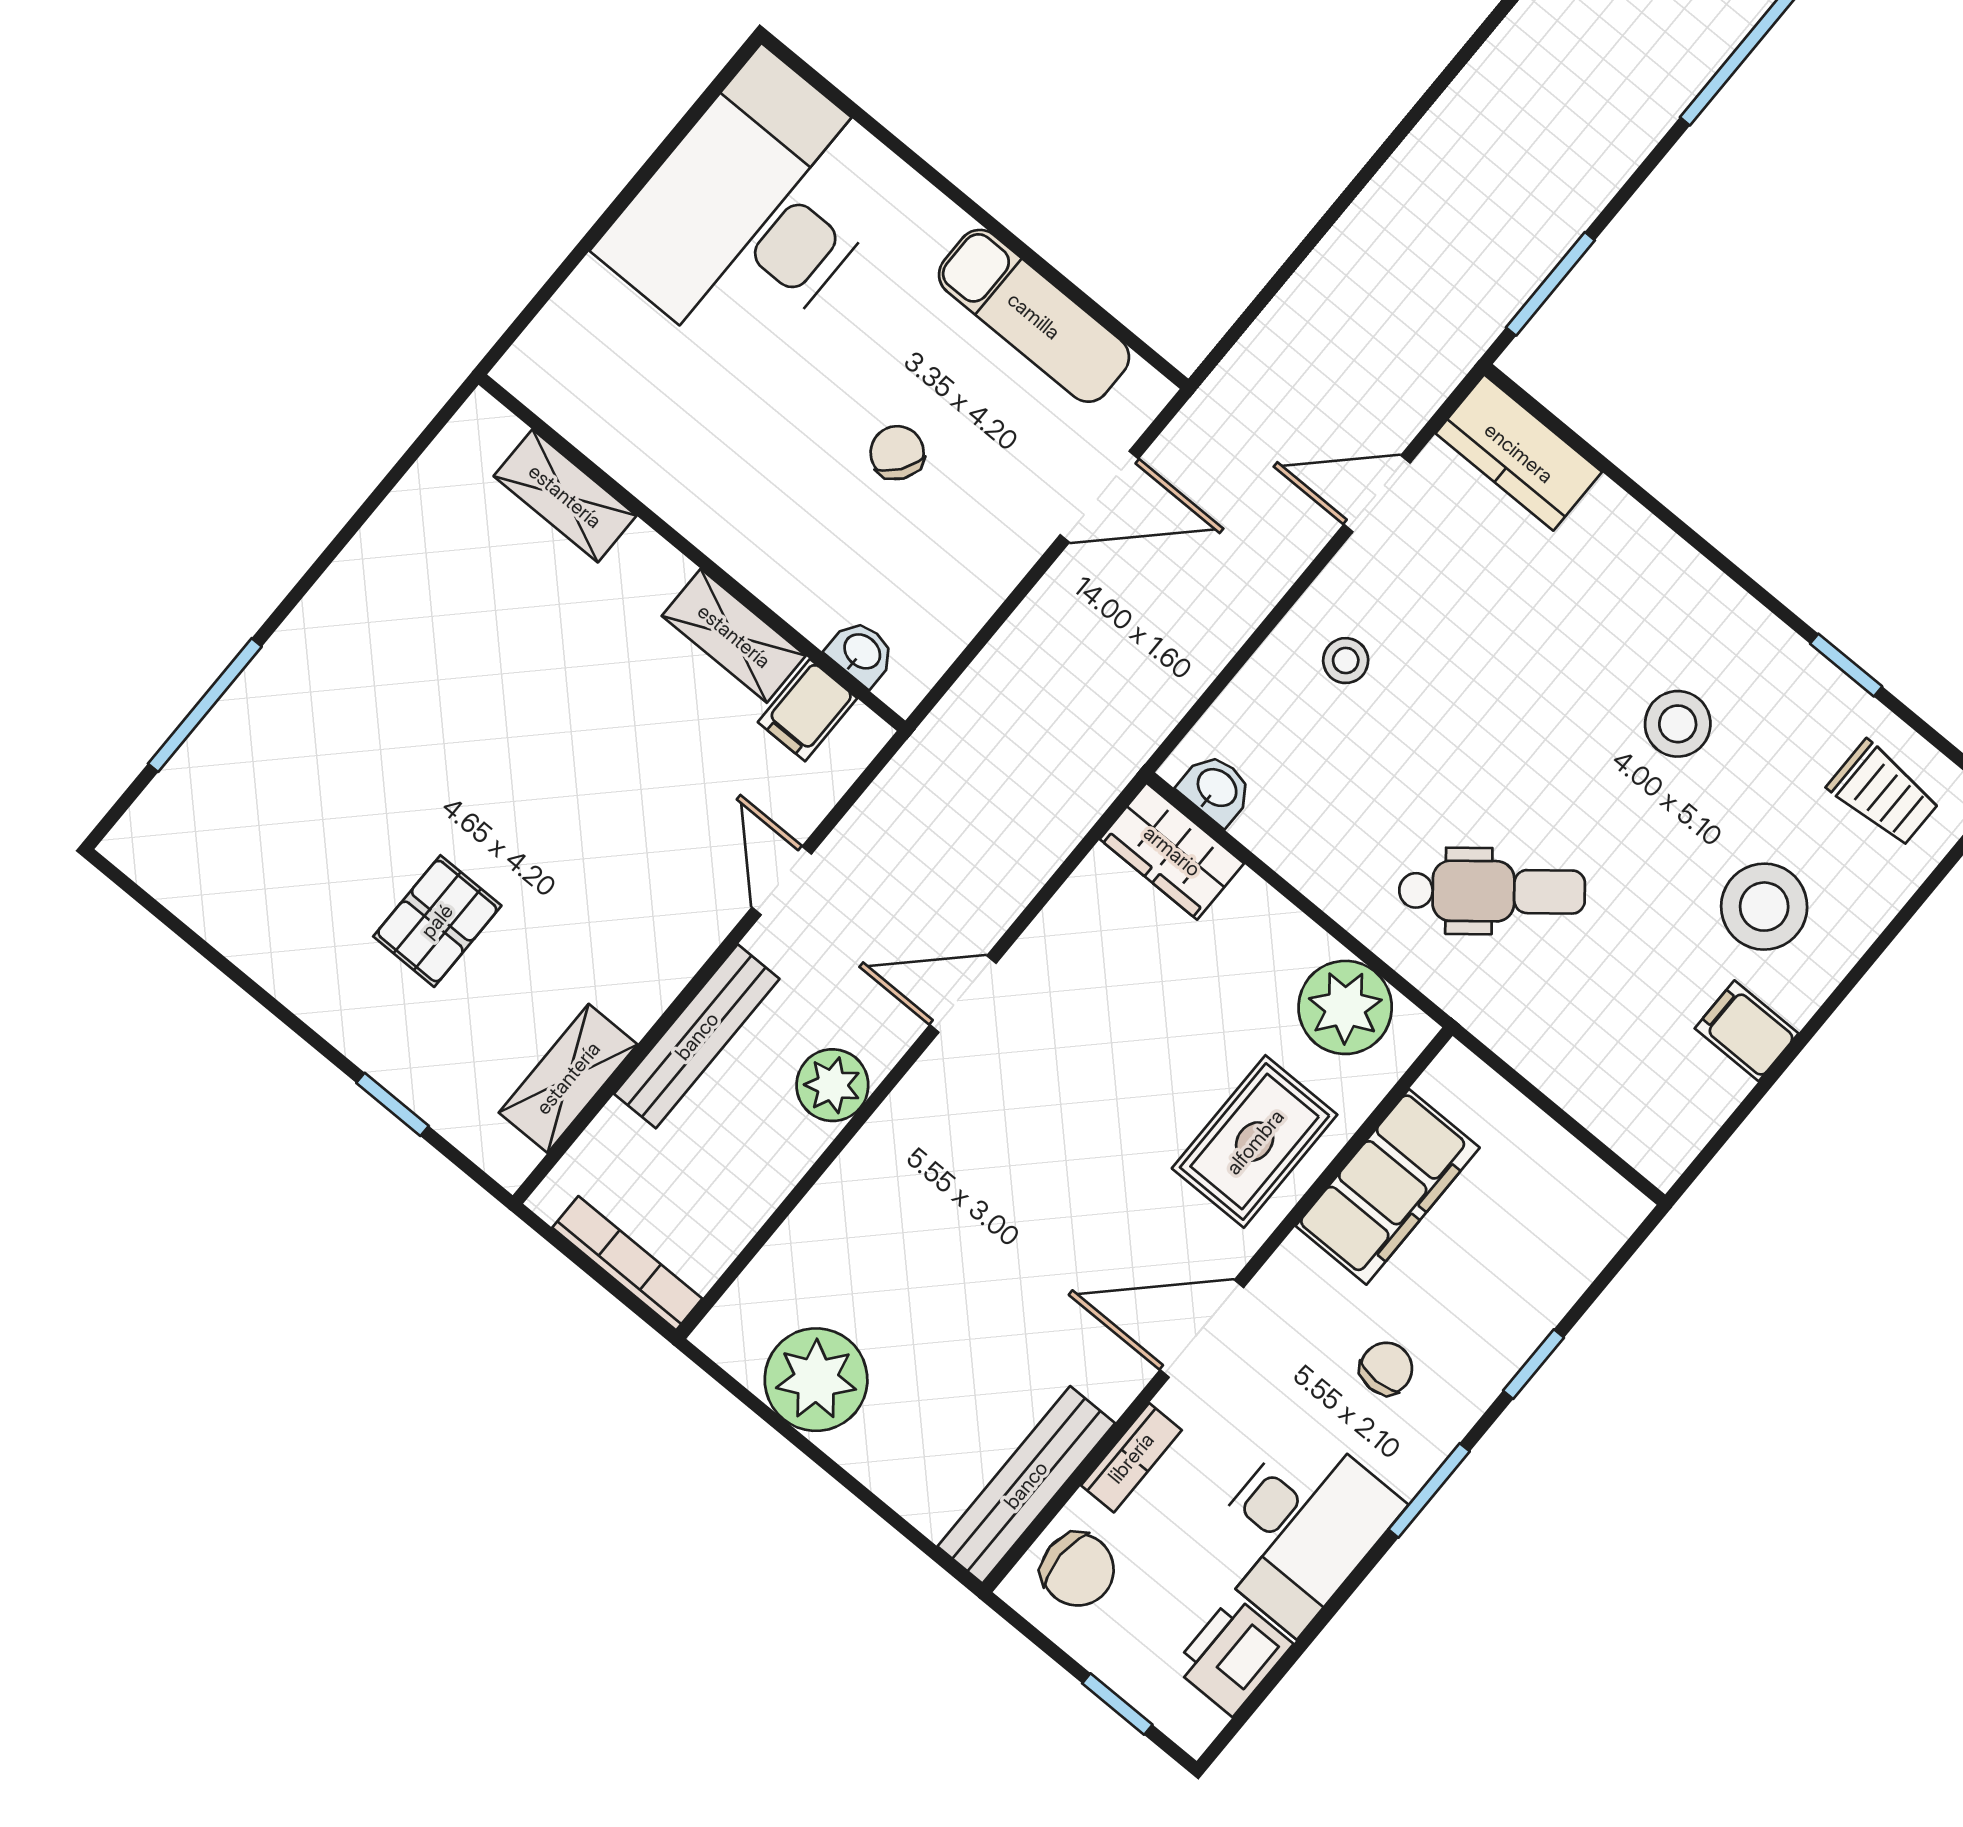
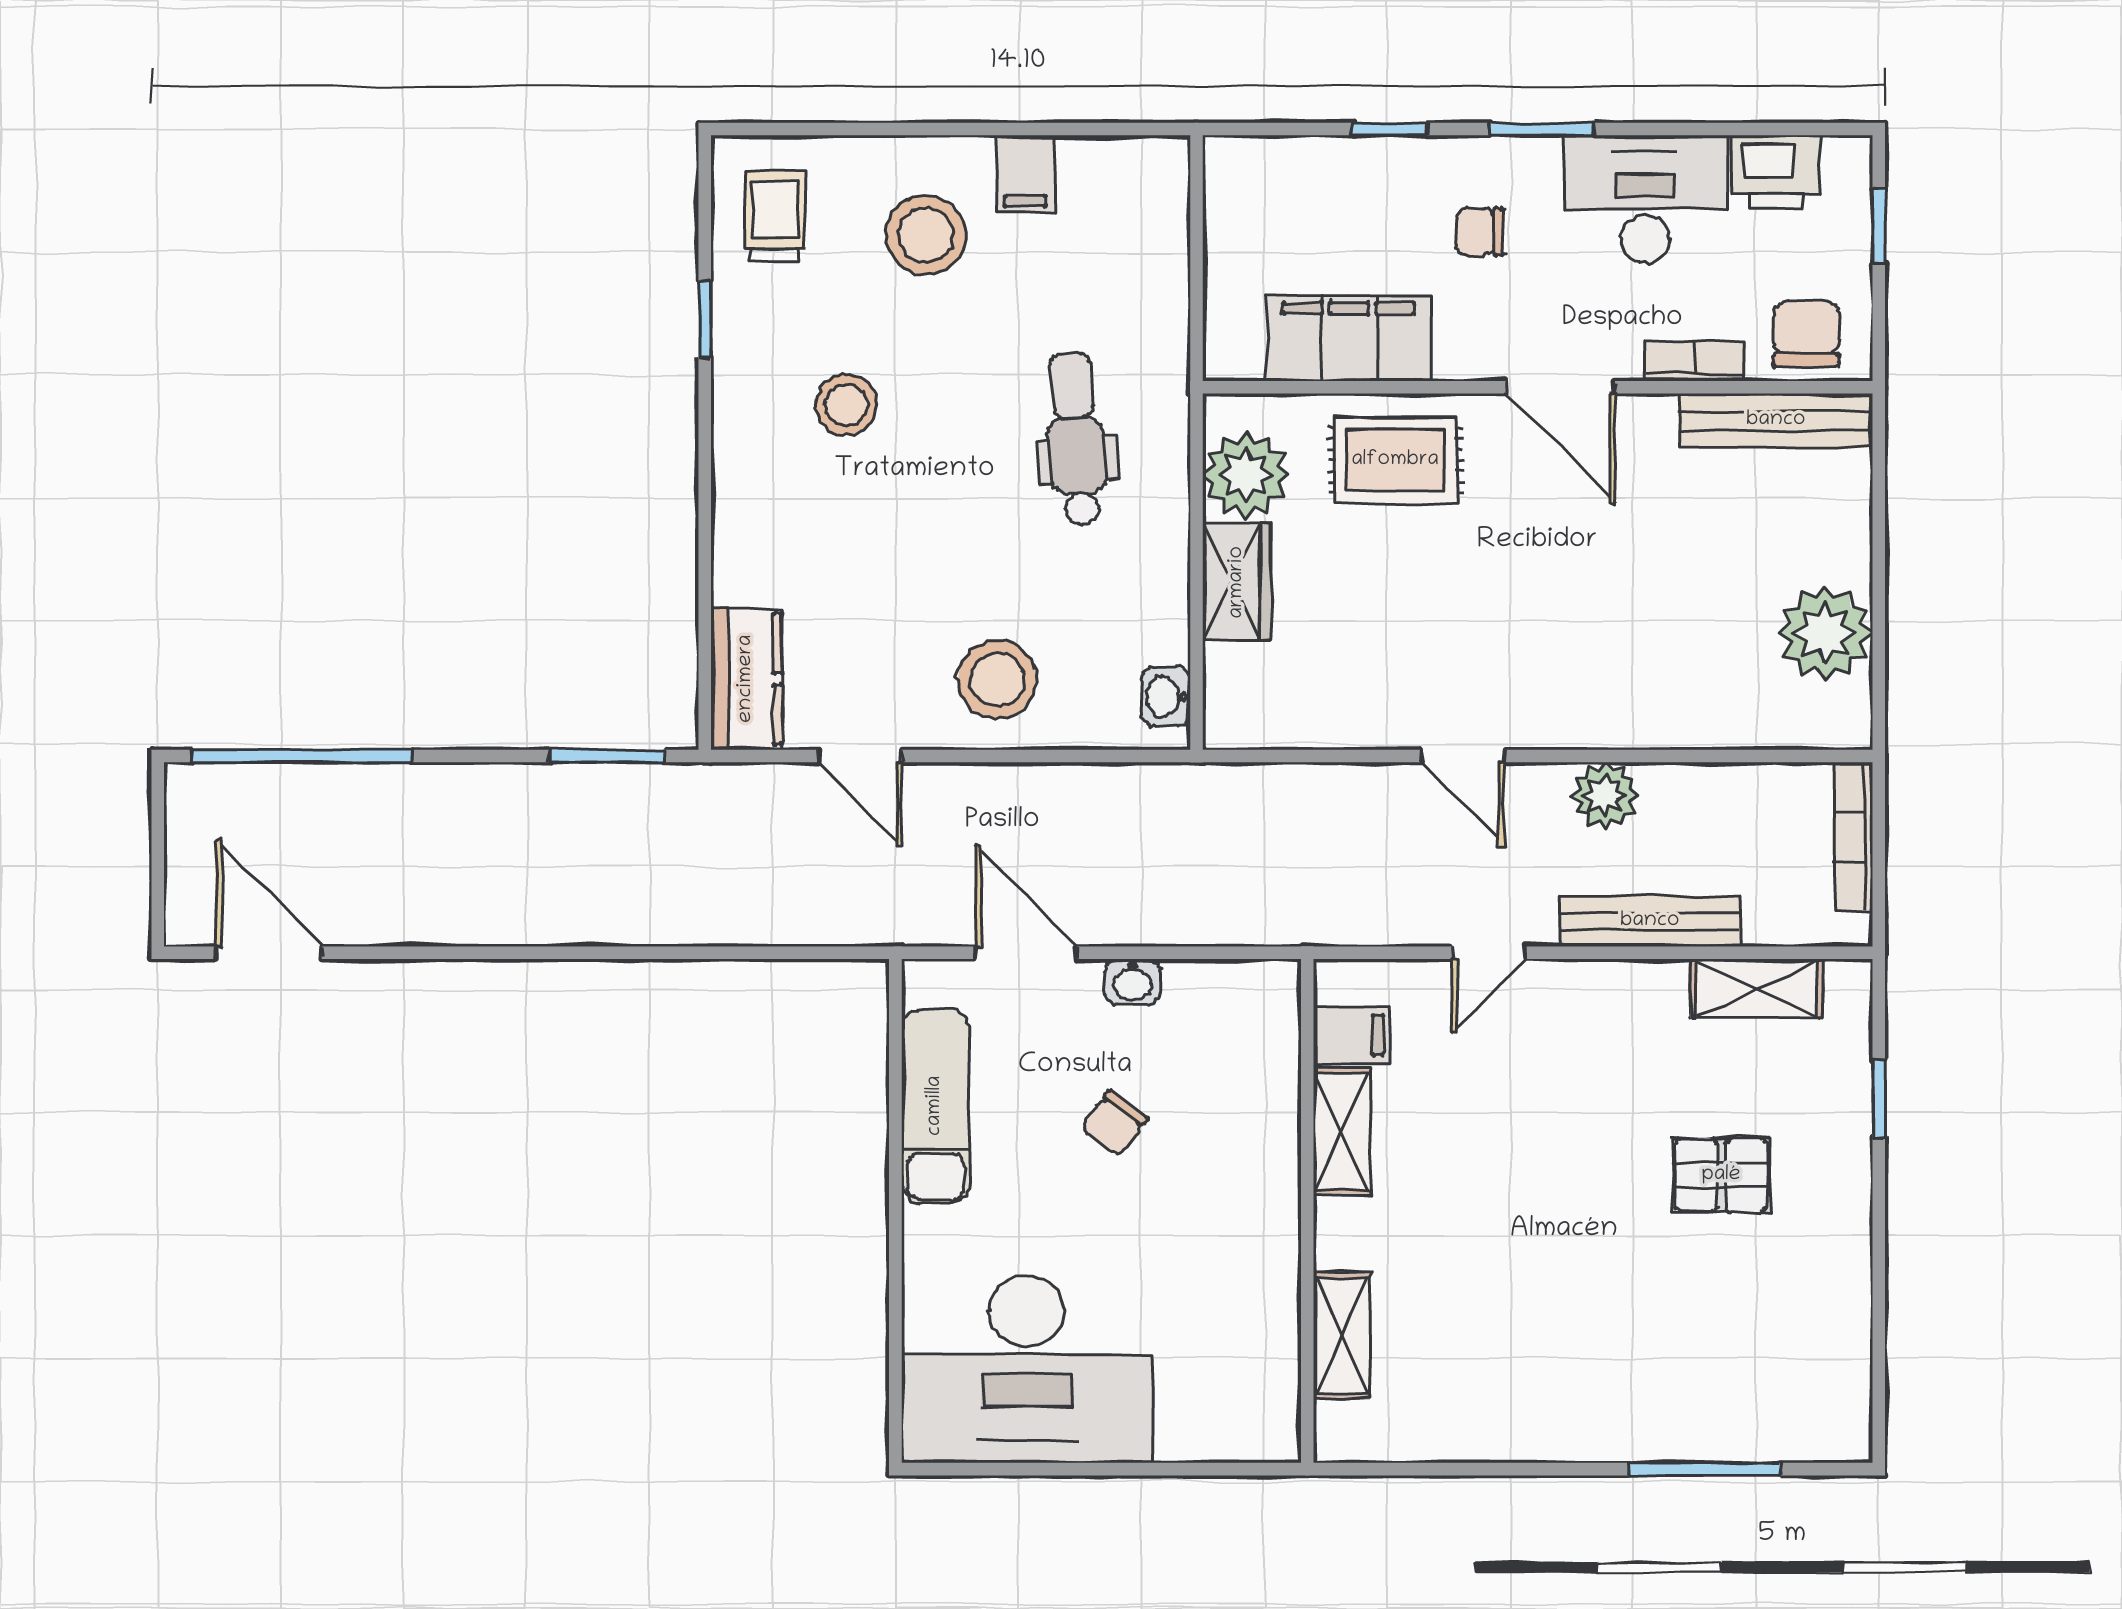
washbasin: (861, 653) -> (1133, 982), moved, turned -90
stool: (1346, 661) -> (998, 680), width x1.89, depth x1.89
wardrobe: (1172, 851) -> (1237, 582), moved
dental chair: (1492, 891) -> (1076, 439), turned 34

